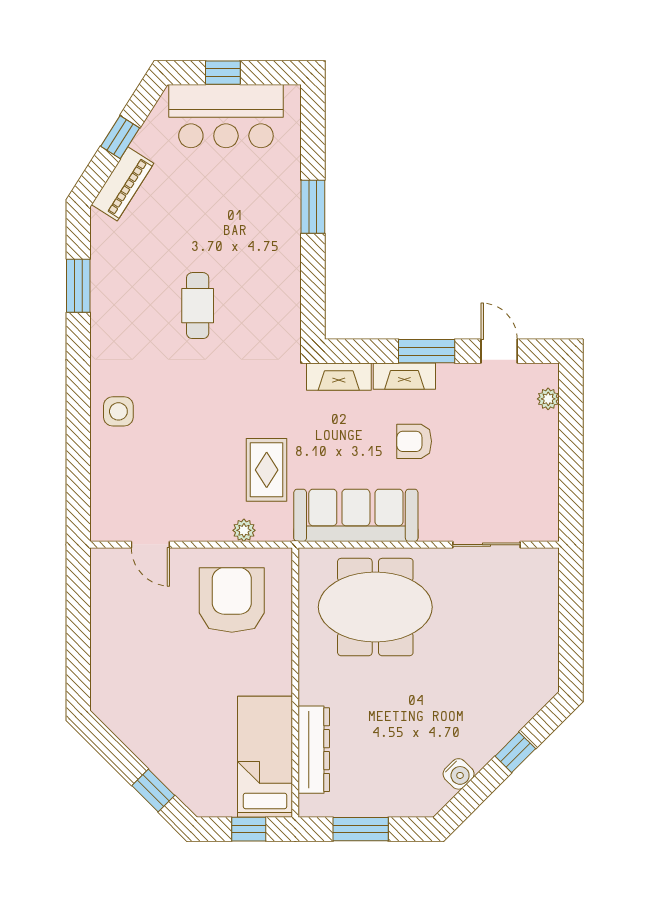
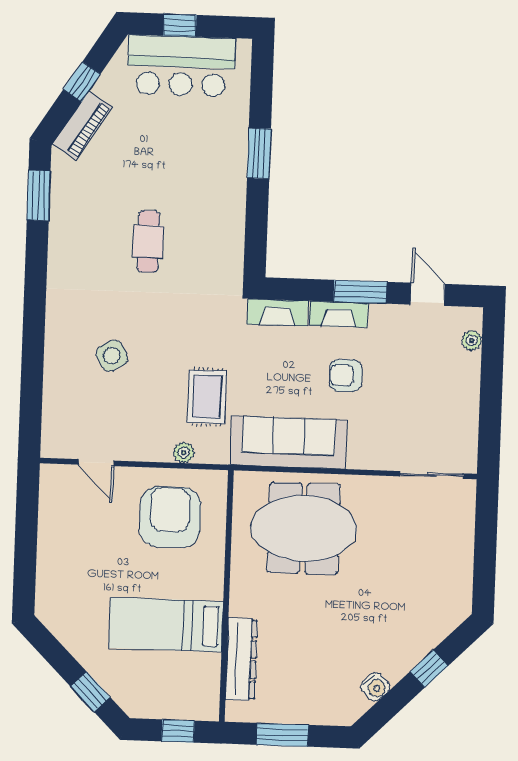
window: (78, 286) -> (39, 195), moved
side table: (118, 411) -> (112, 356), moved, turned -30
sliding door: (487, 545) -> (432, 475), moved
bed: (265, 757) -> (166, 625), moved, turned -90

